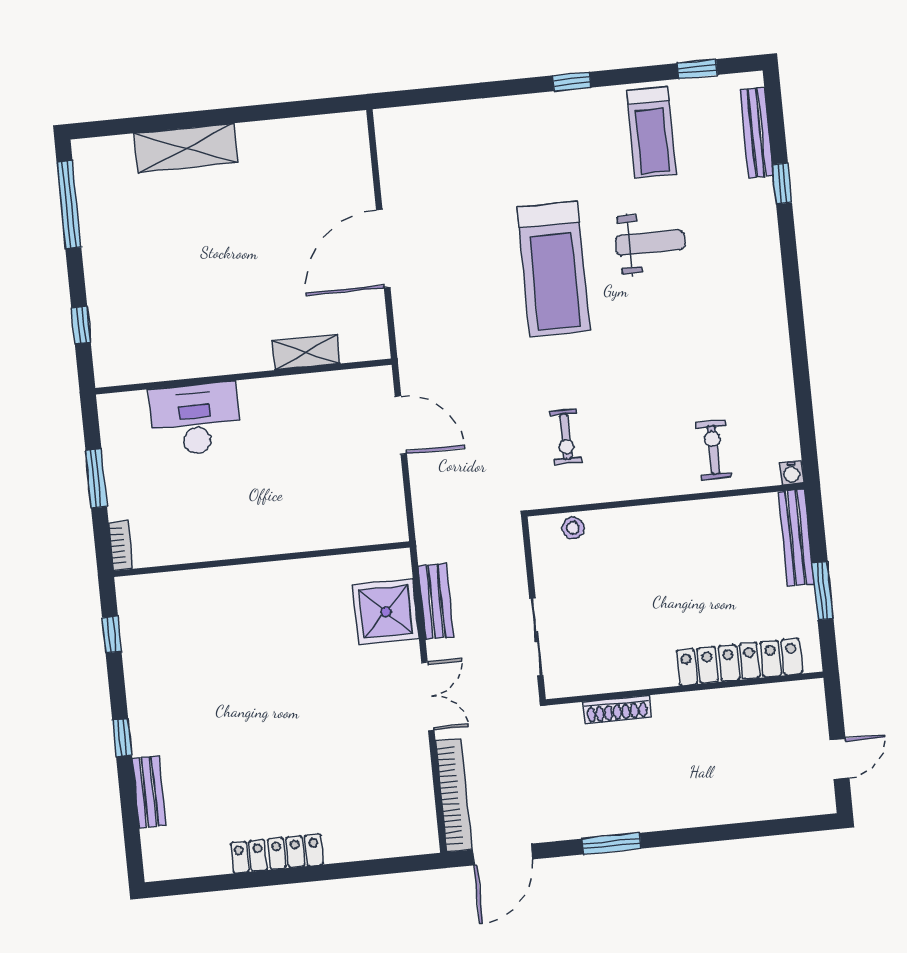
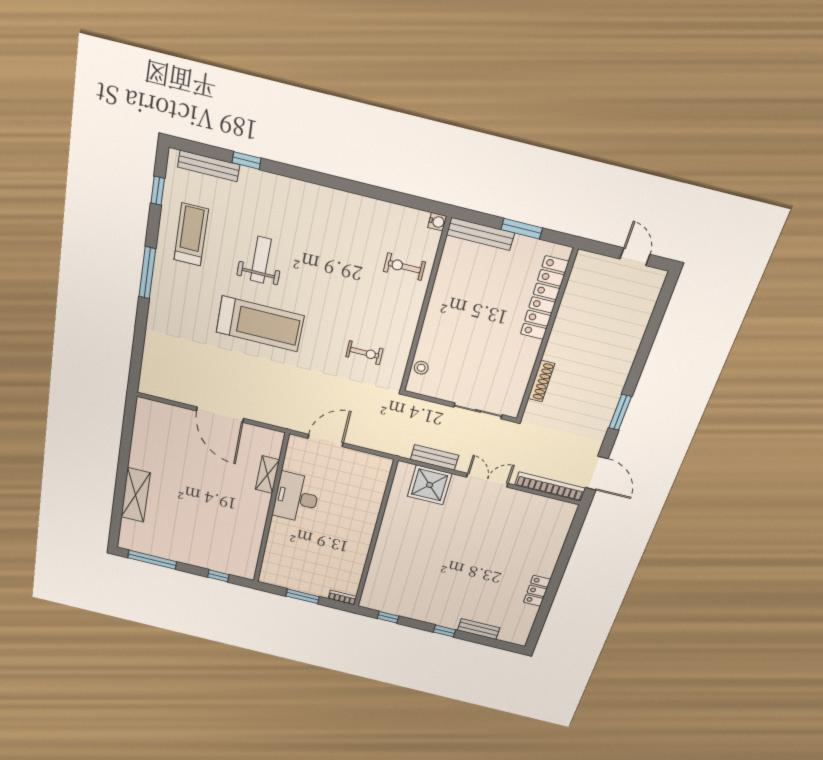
window: (572, 81) -> (147, 273), width x2.17
treadmill: (651, 132) -> (191, 235), turned -90
desk: (195, 419) -> (296, 498), moved
locker: (277, 854) -> (537, 591), width x0.66

